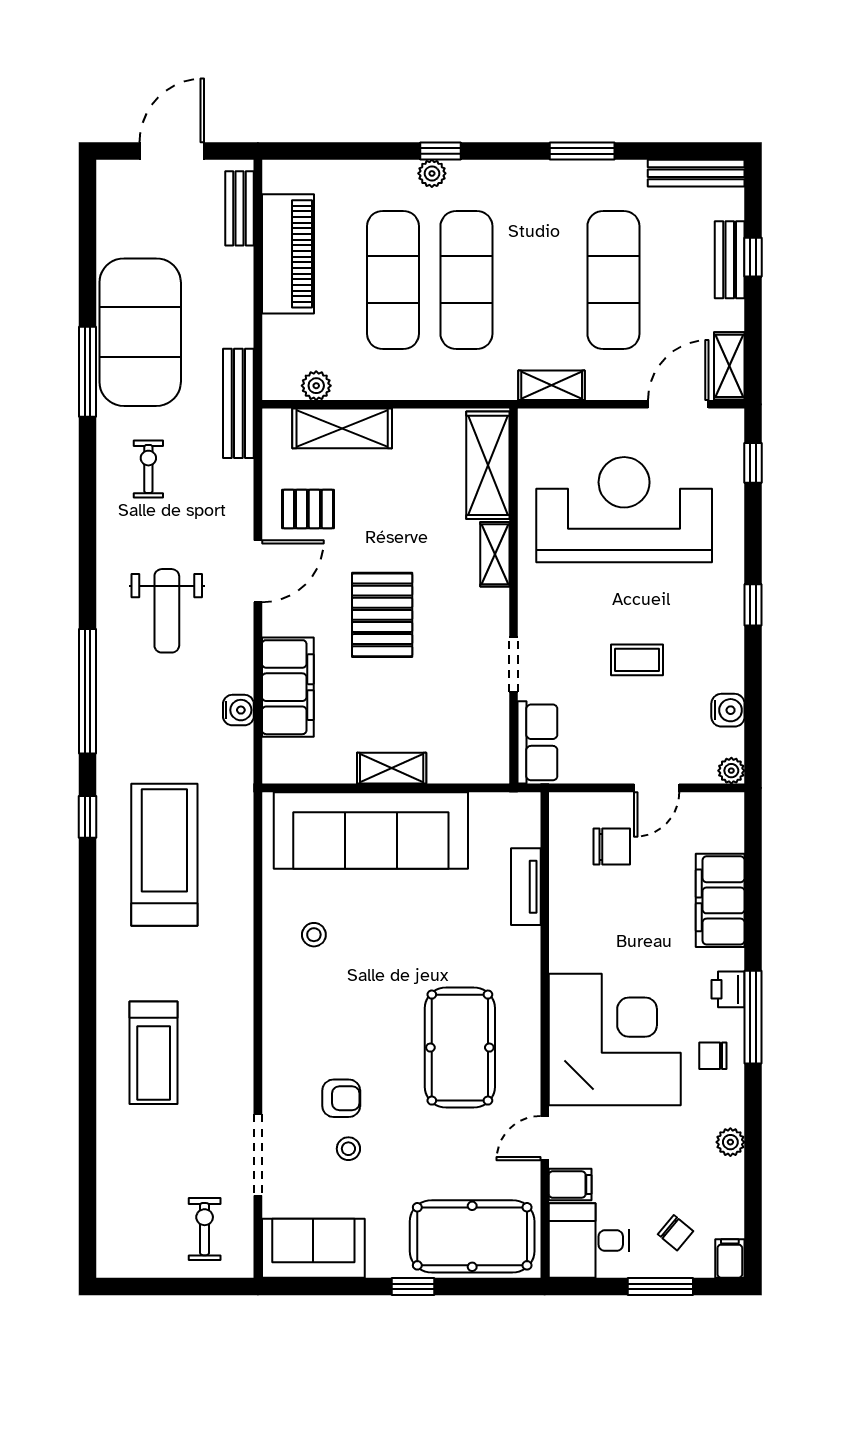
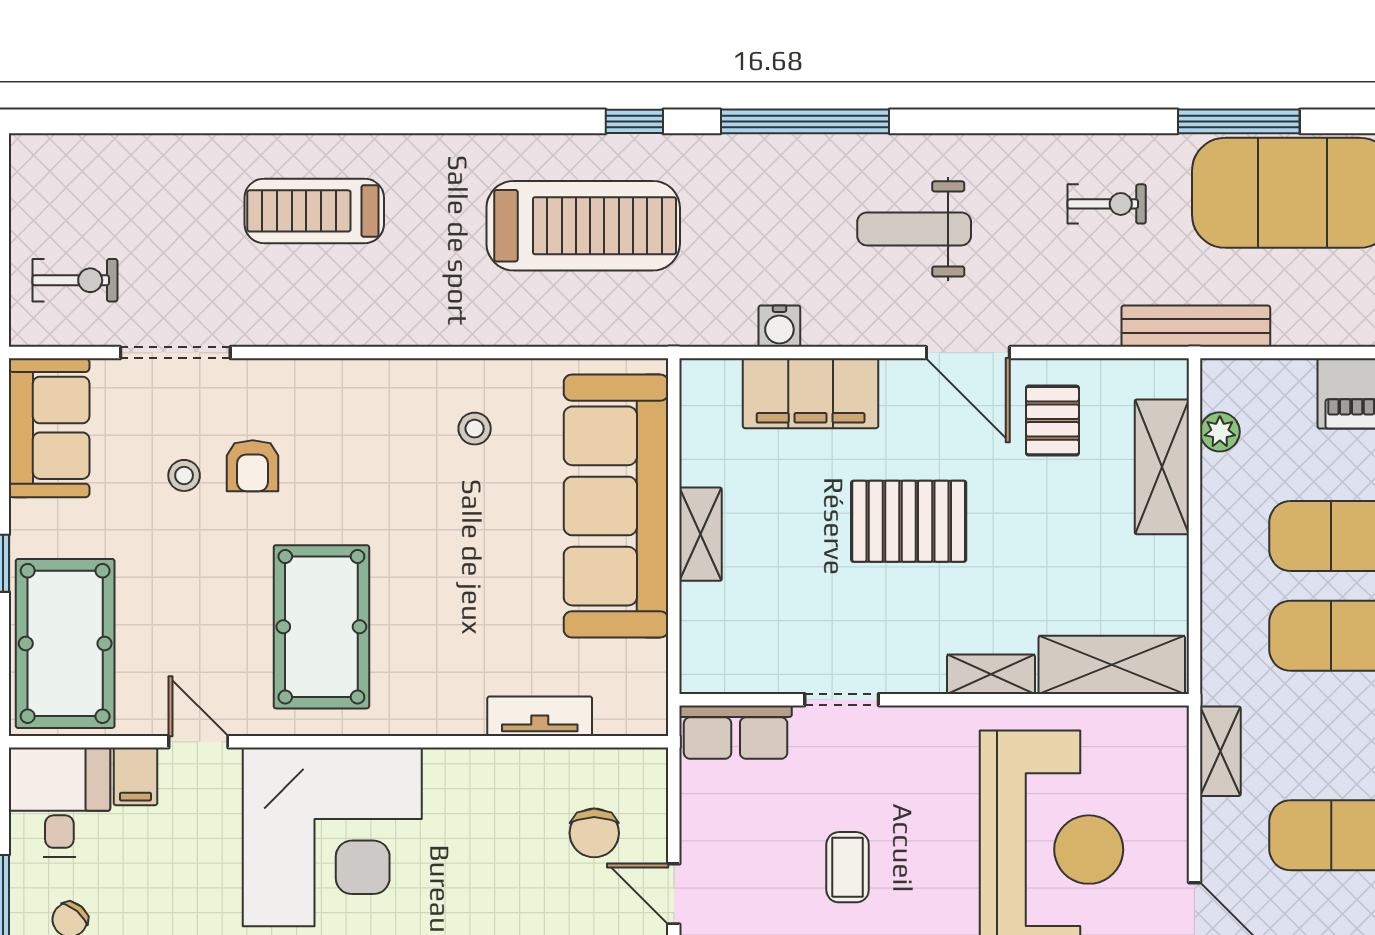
pool table: (460, 1048) -> (321, 627), turned 90

